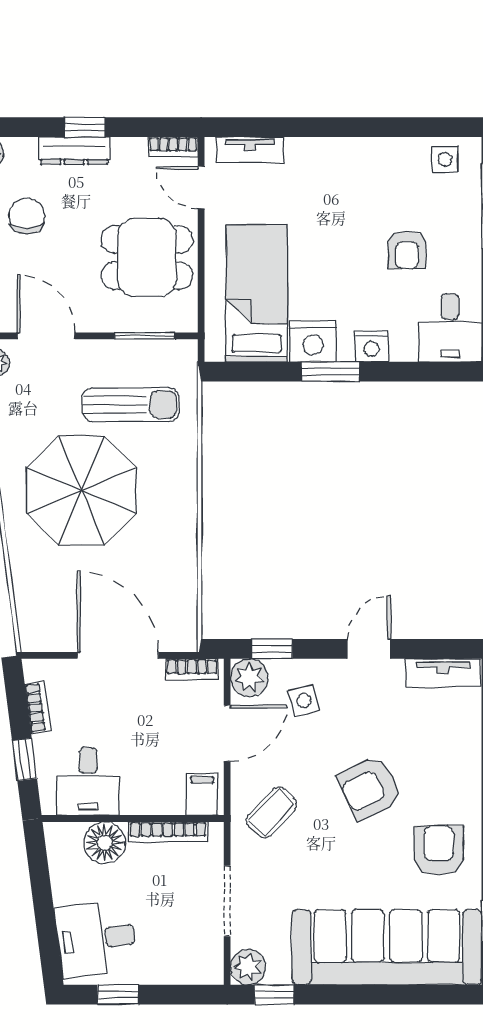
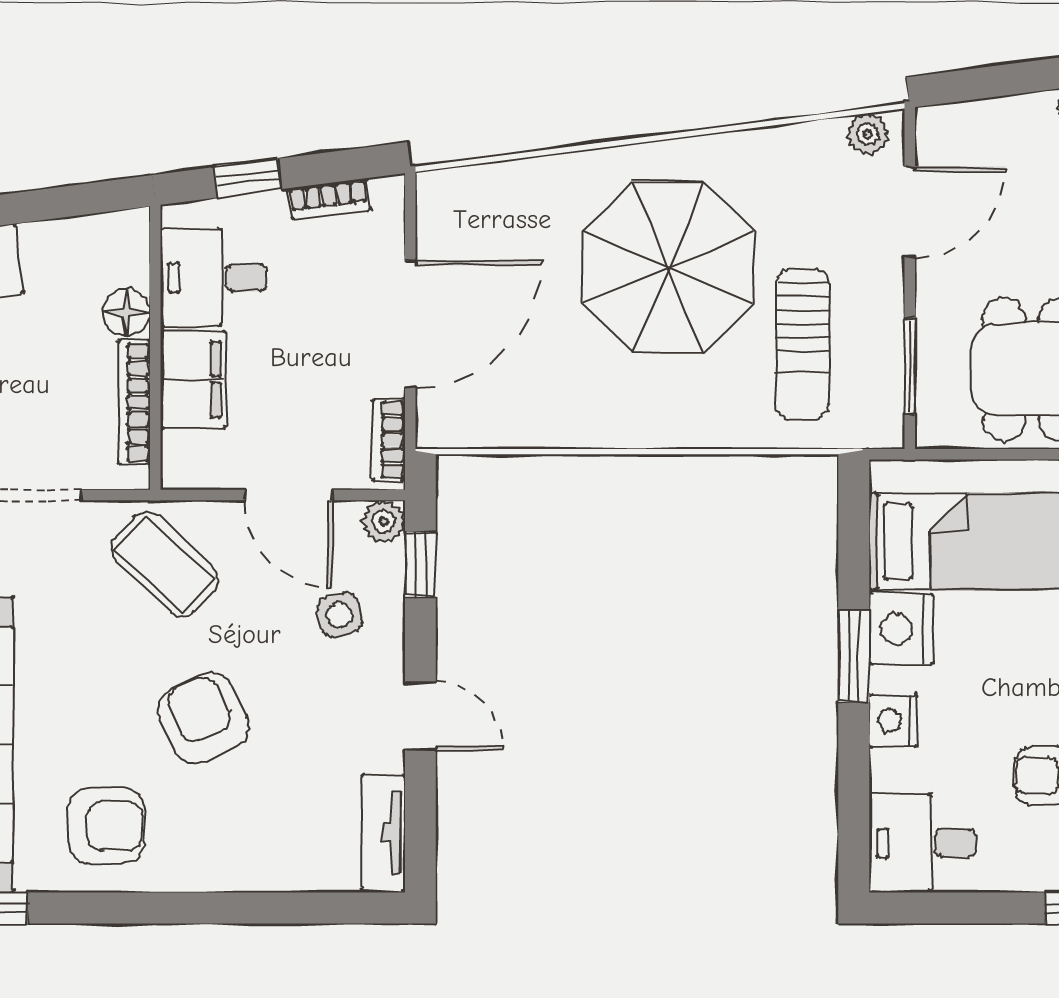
plant: (249, 678) -> (384, 522), width x0.73, depth x0.73
filing cabinet: (202, 794) -> (193, 379), moved, width x2.00
coffee table: (272, 813) -> (165, 564), width x1.36, depth x1.30
floor lamp: (105, 843) -> (127, 312), width x0.73, depth x0.73

